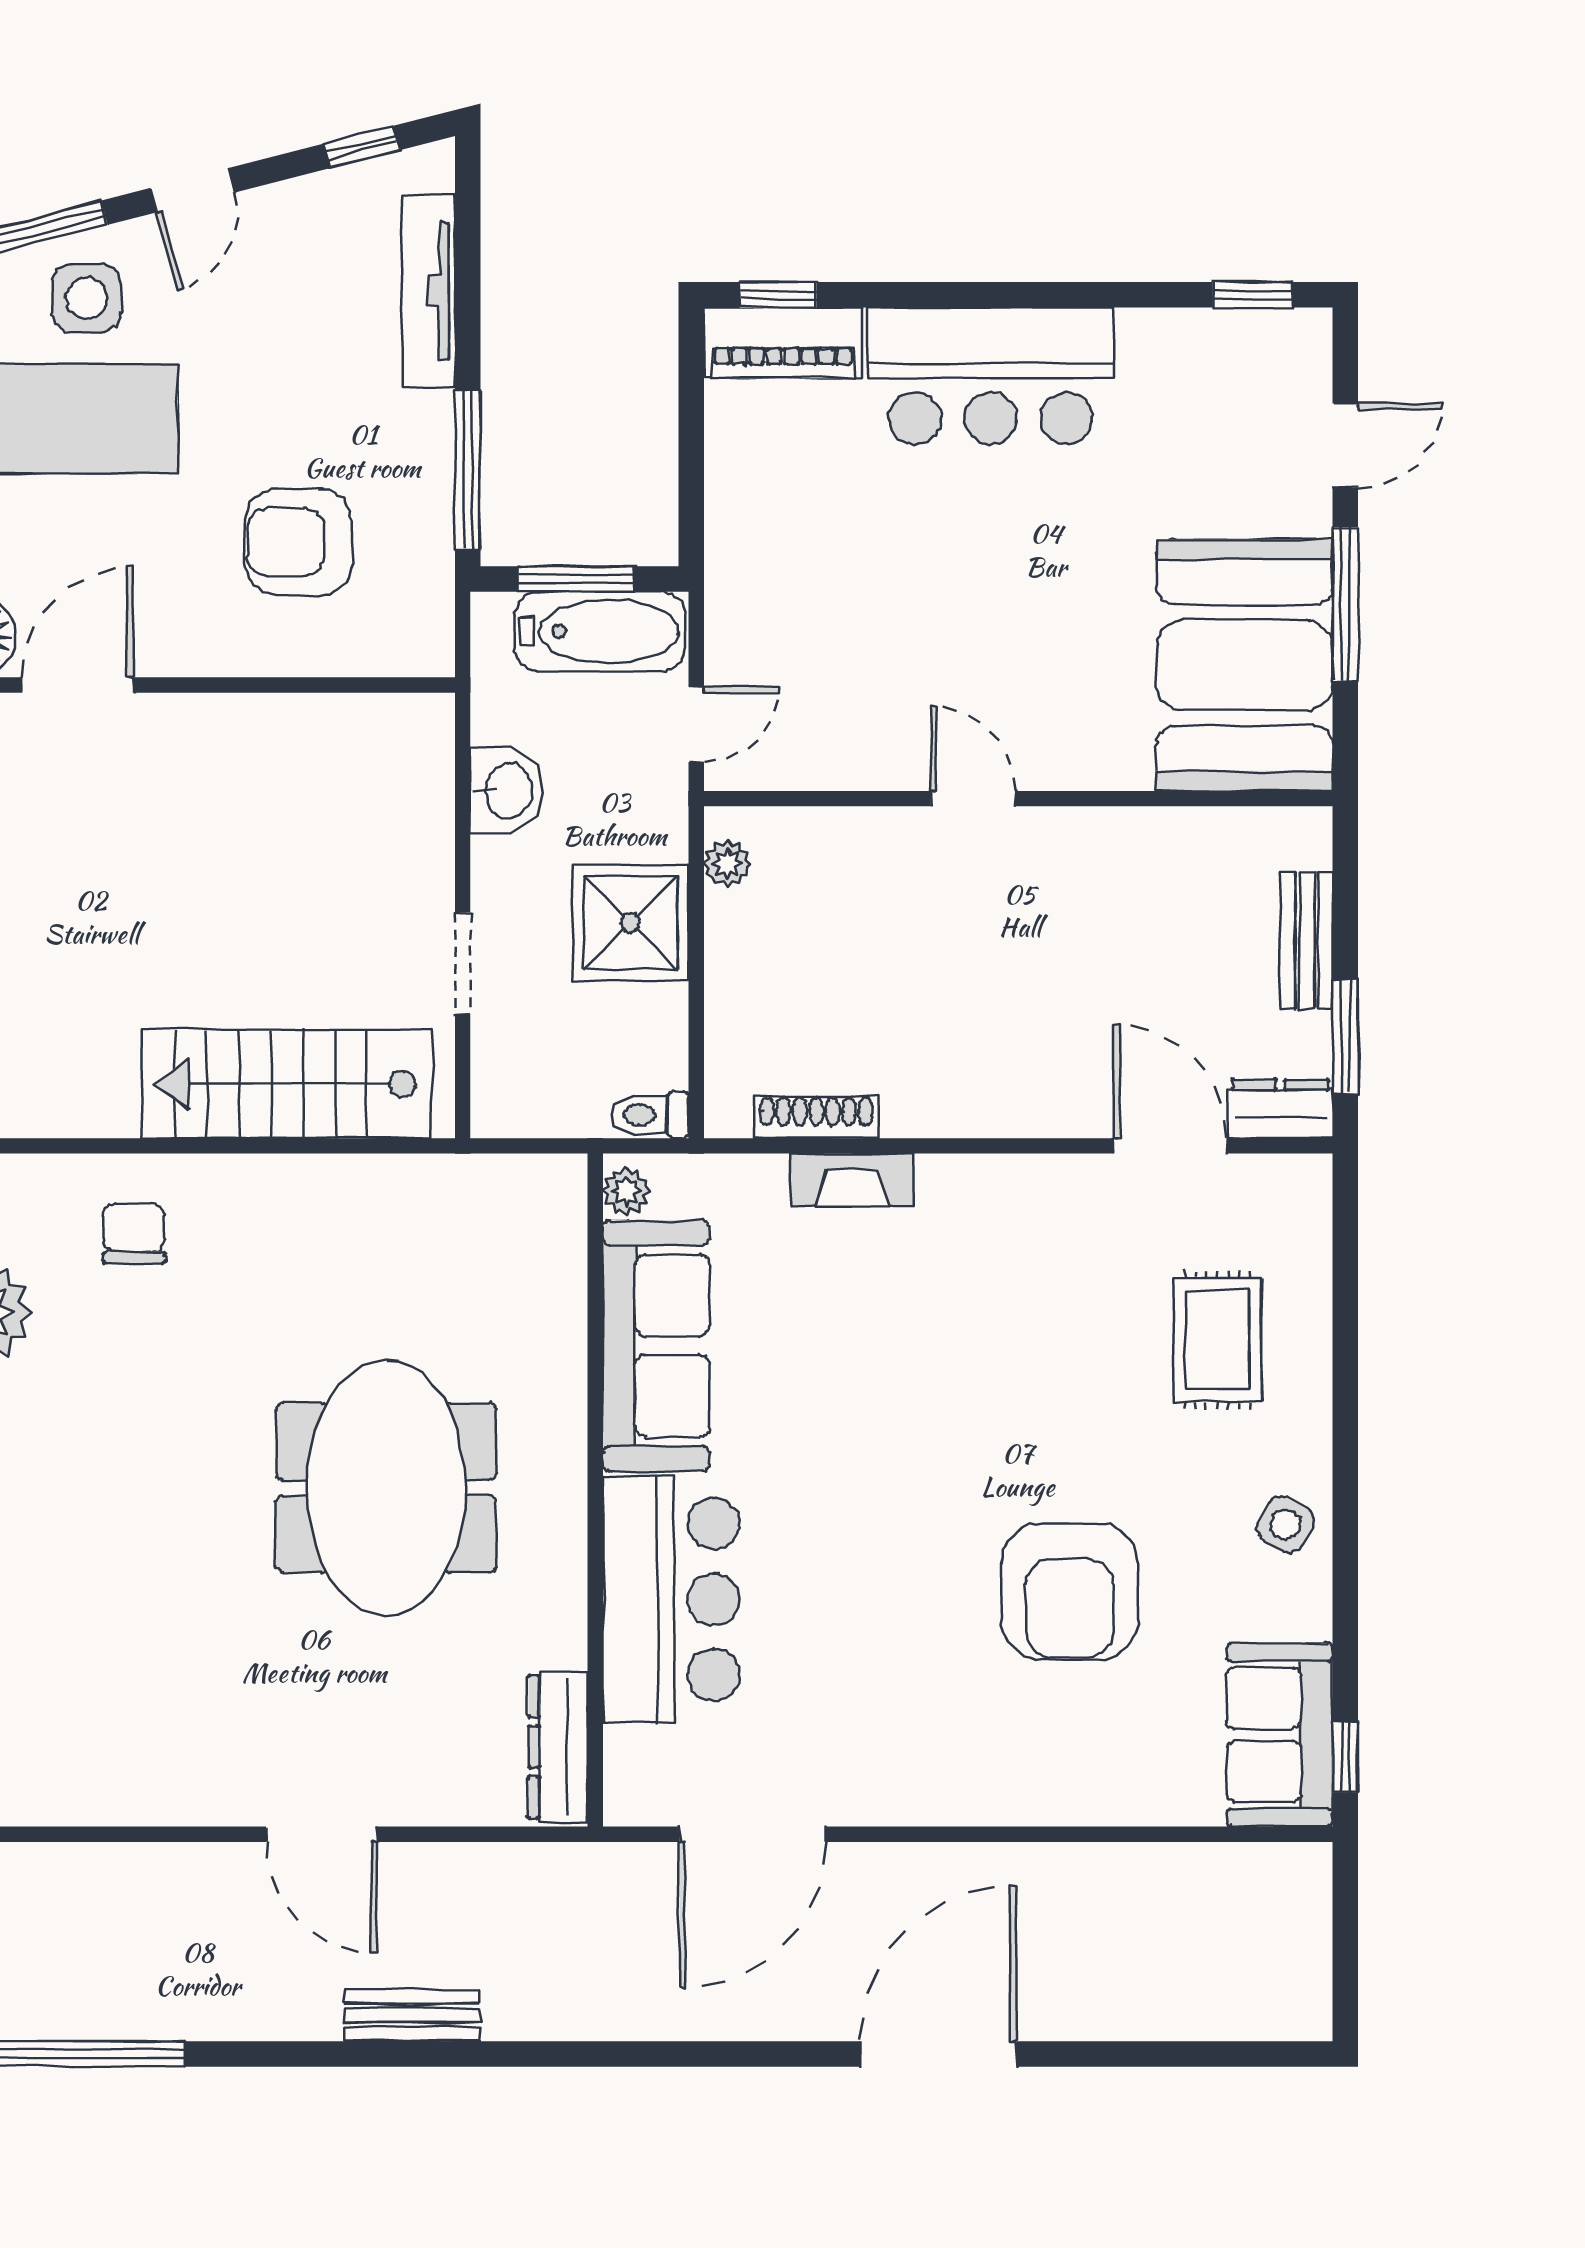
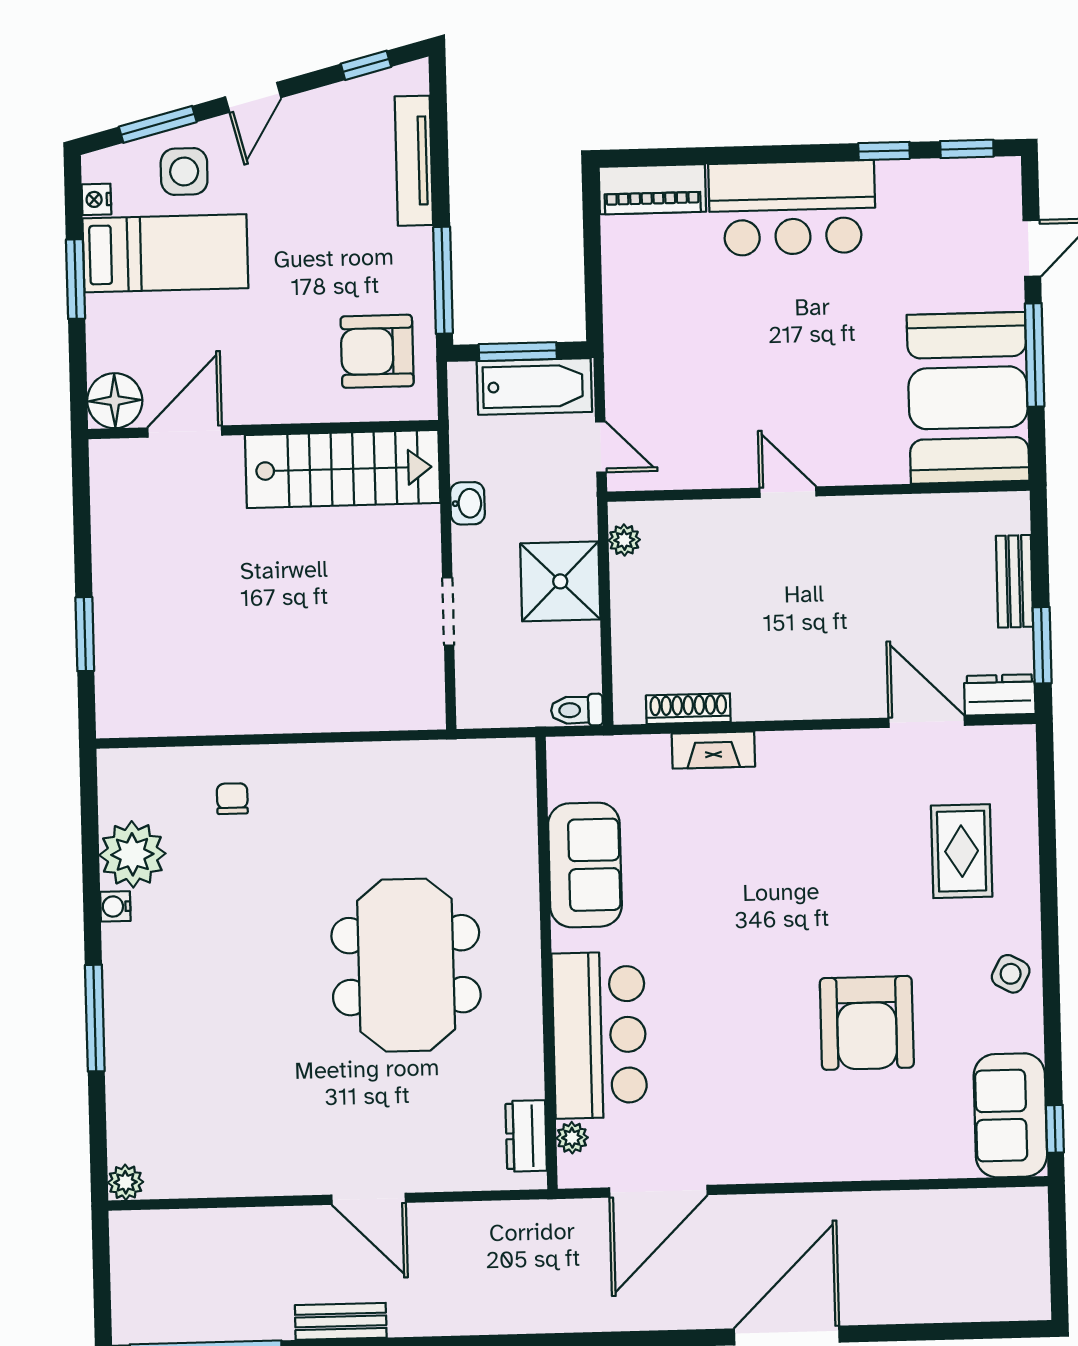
window: (778, 295) -> (884, 151), moved
armchair: (298, 542) -> (377, 351), moved
door: (696, 724) -> (601, 447), hinge flipped
washbasin: (507, 791) -> (467, 503), width x0.72, depth x0.69
stairs: (287, 1084) -> (343, 469), moved, turned 180
plant: (626, 1191) -> (572, 1138), moved
chair: (134, 1233) -> (232, 799), width x0.73, depth x0.73
sofa: (656, 1346) -> (585, 865), width x0.73
dresser: (558, 1747) -> (526, 1136), width x0.70
bench: (412, 2015) -> (341, 1321), moved

